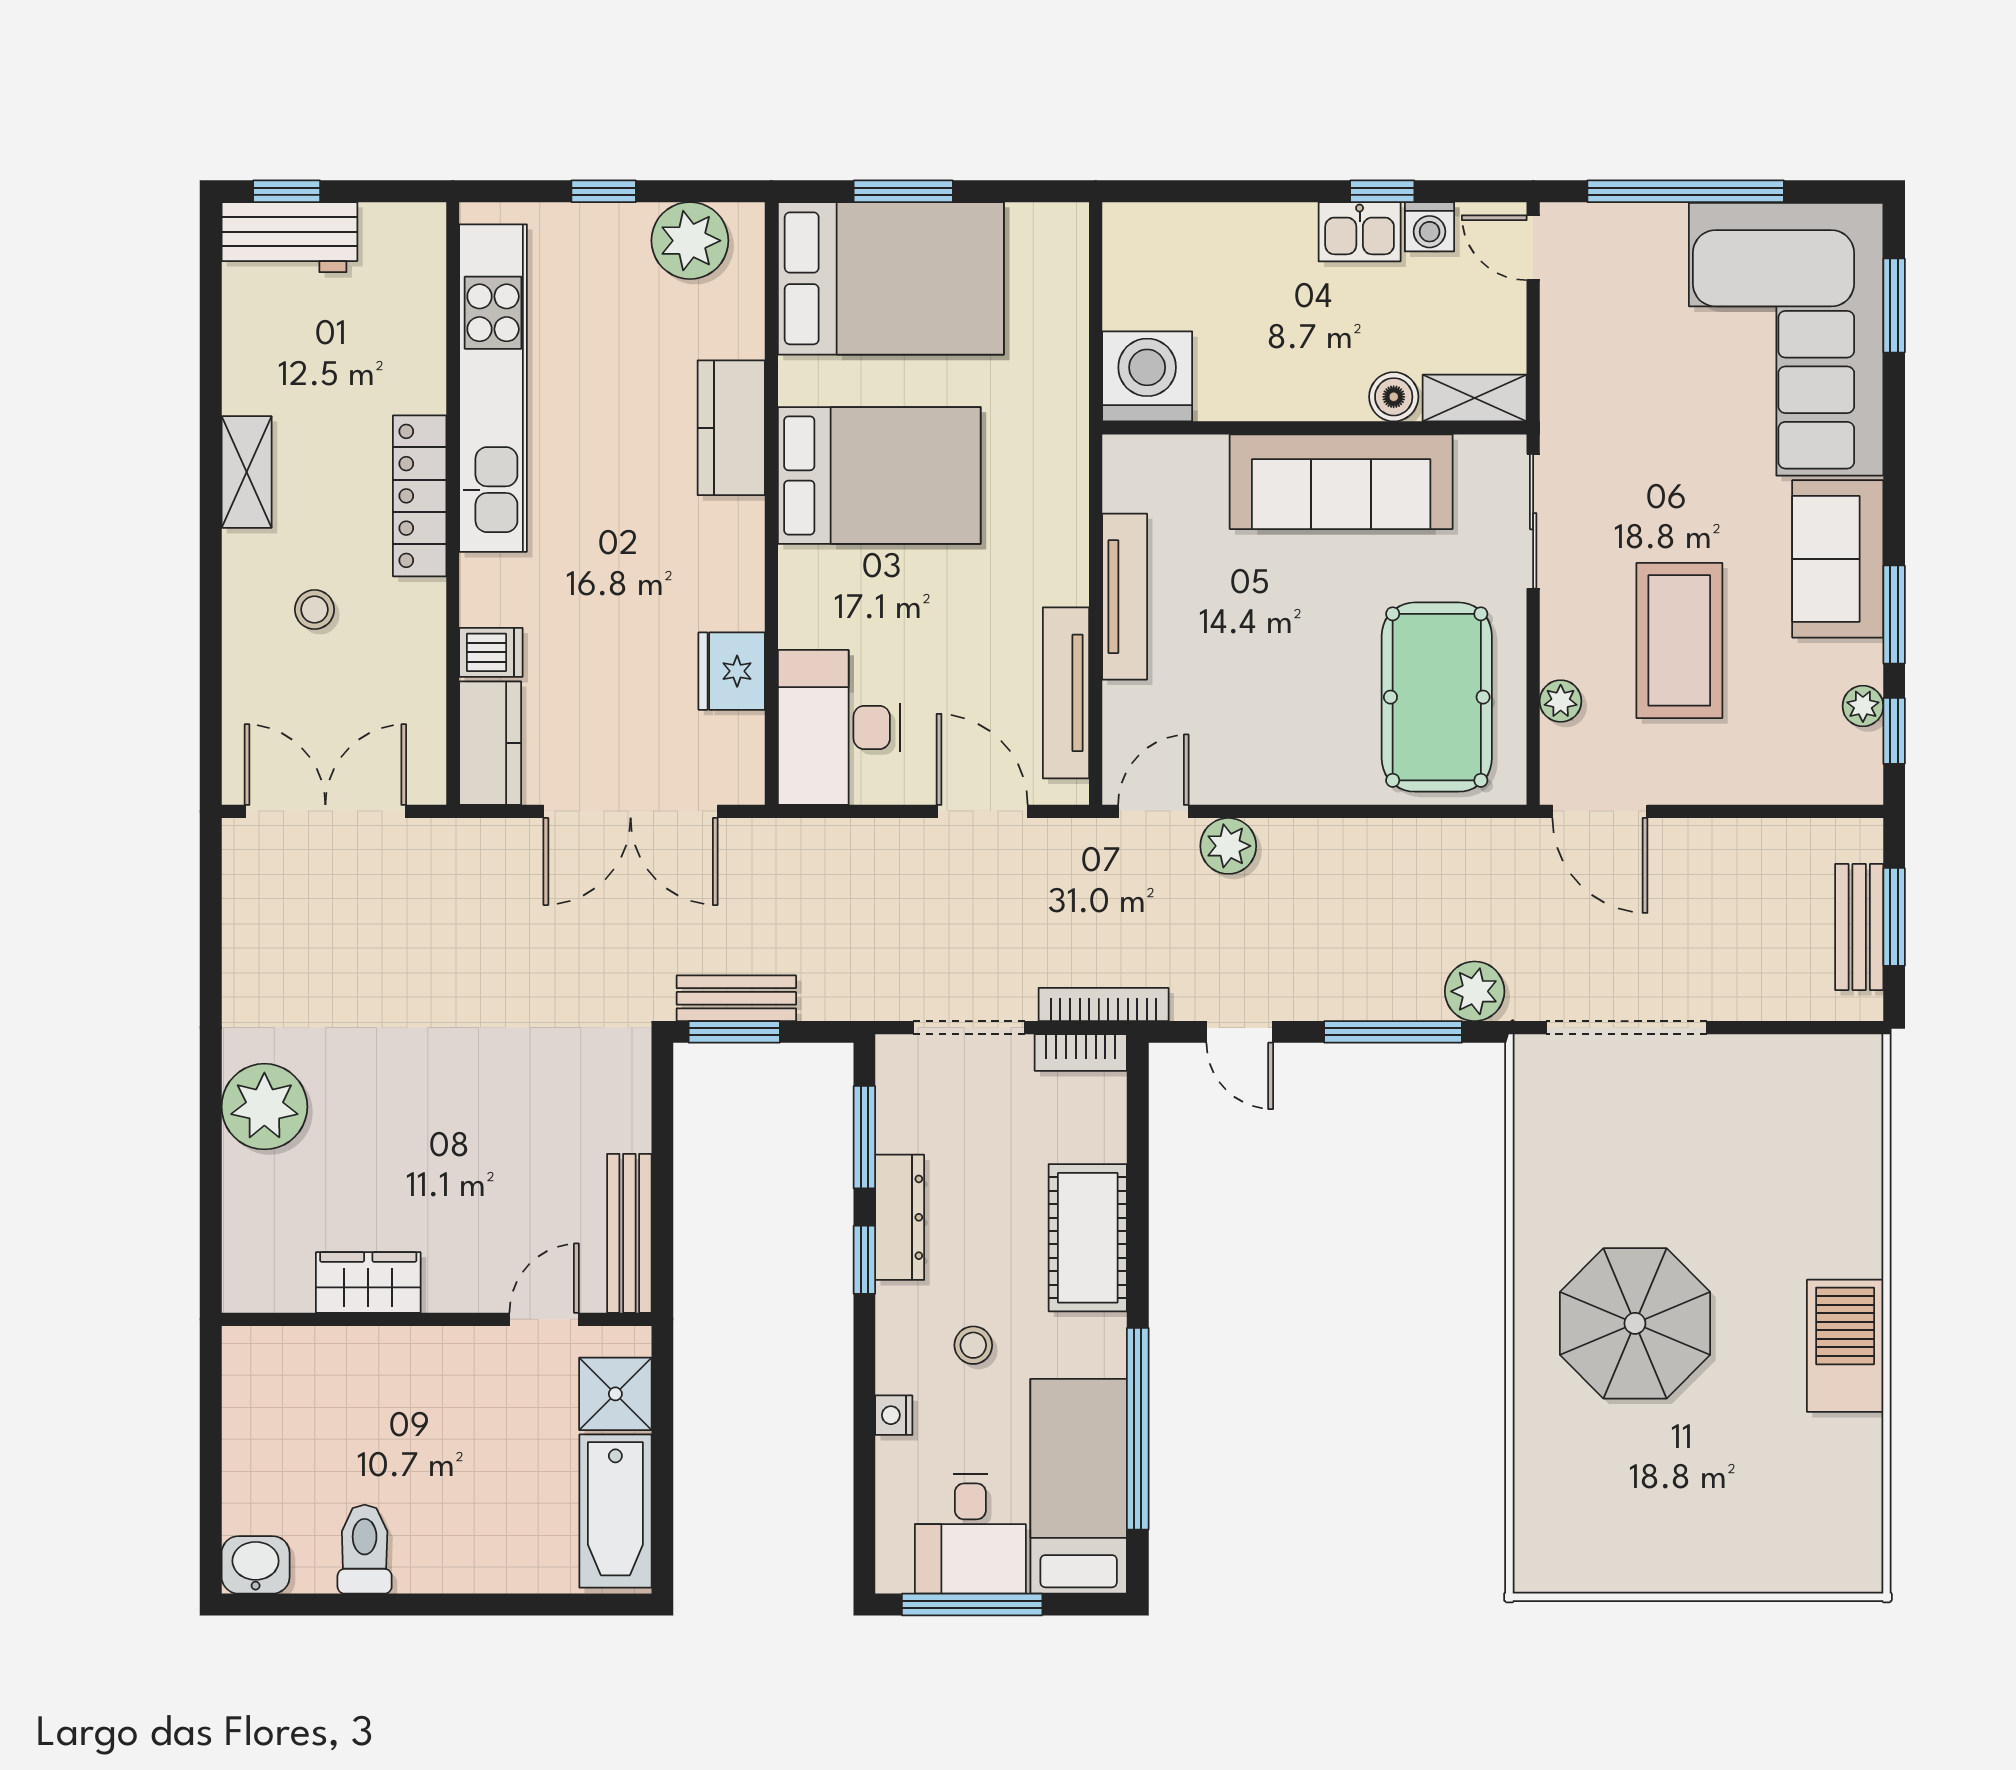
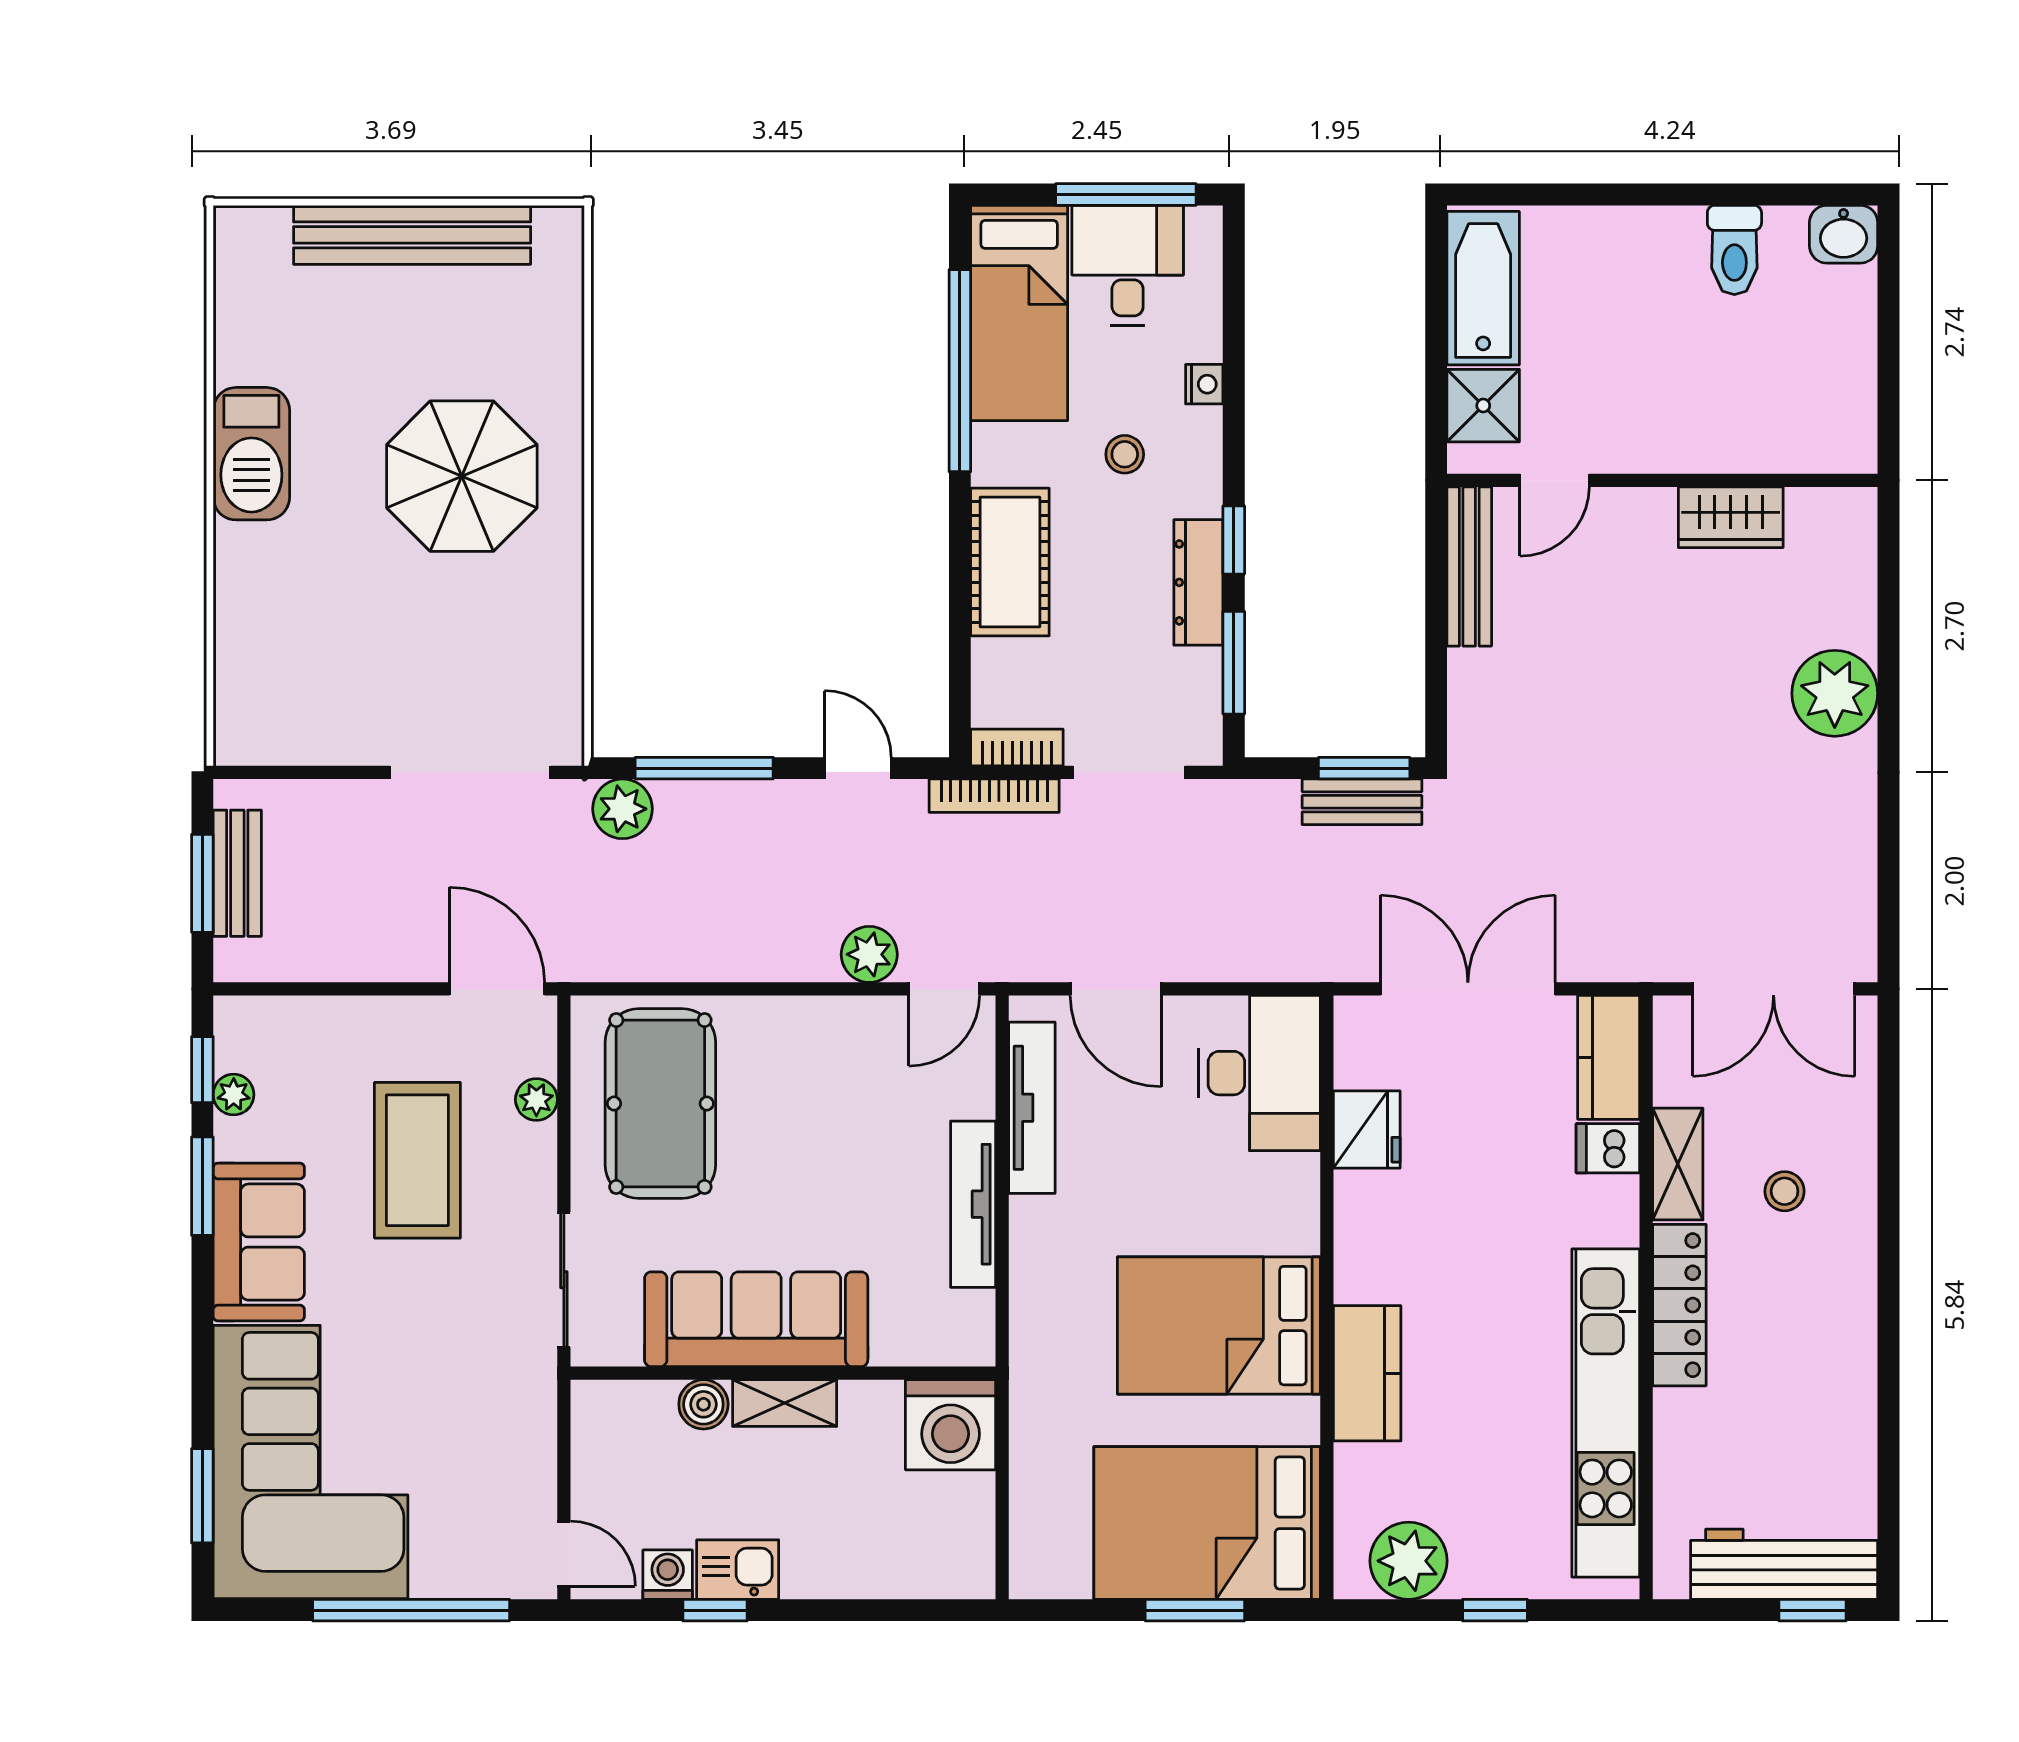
workbench: (289, 237) -> (1784, 1564), width x1.37
shelving: (1475, 398) -> (785, 1403), moved
shelving: (247, 472) -> (1678, 1164), moved
bench: (1685, 1564) -> (412, 235), added

